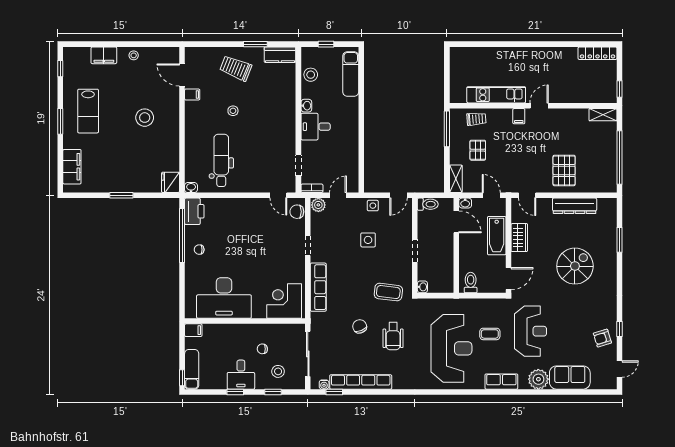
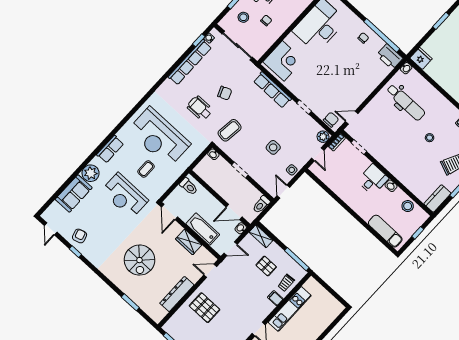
filing cabinet: (519, 116) -> (275, 298), moved

